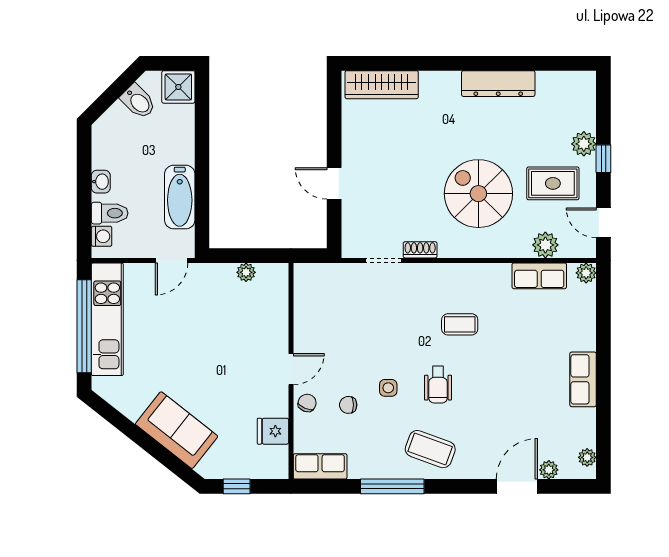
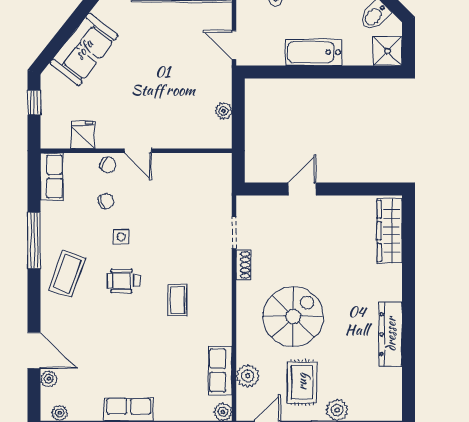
bathtub: (180, 197) -> (314, 52), moved
chair: (348, 405) -> (106, 201), turned 74

